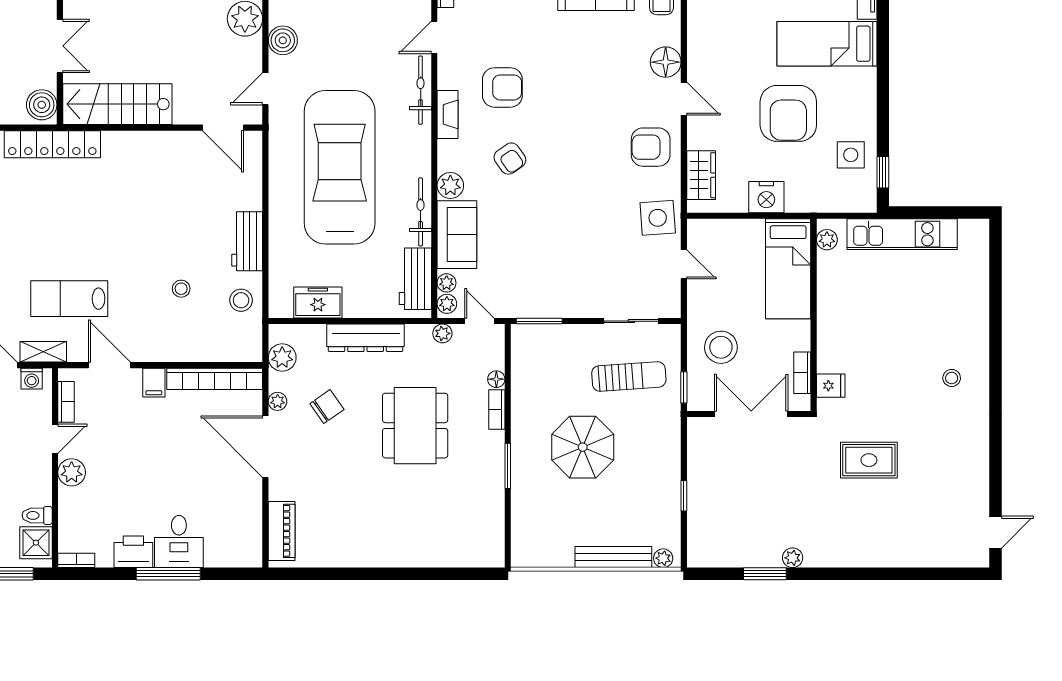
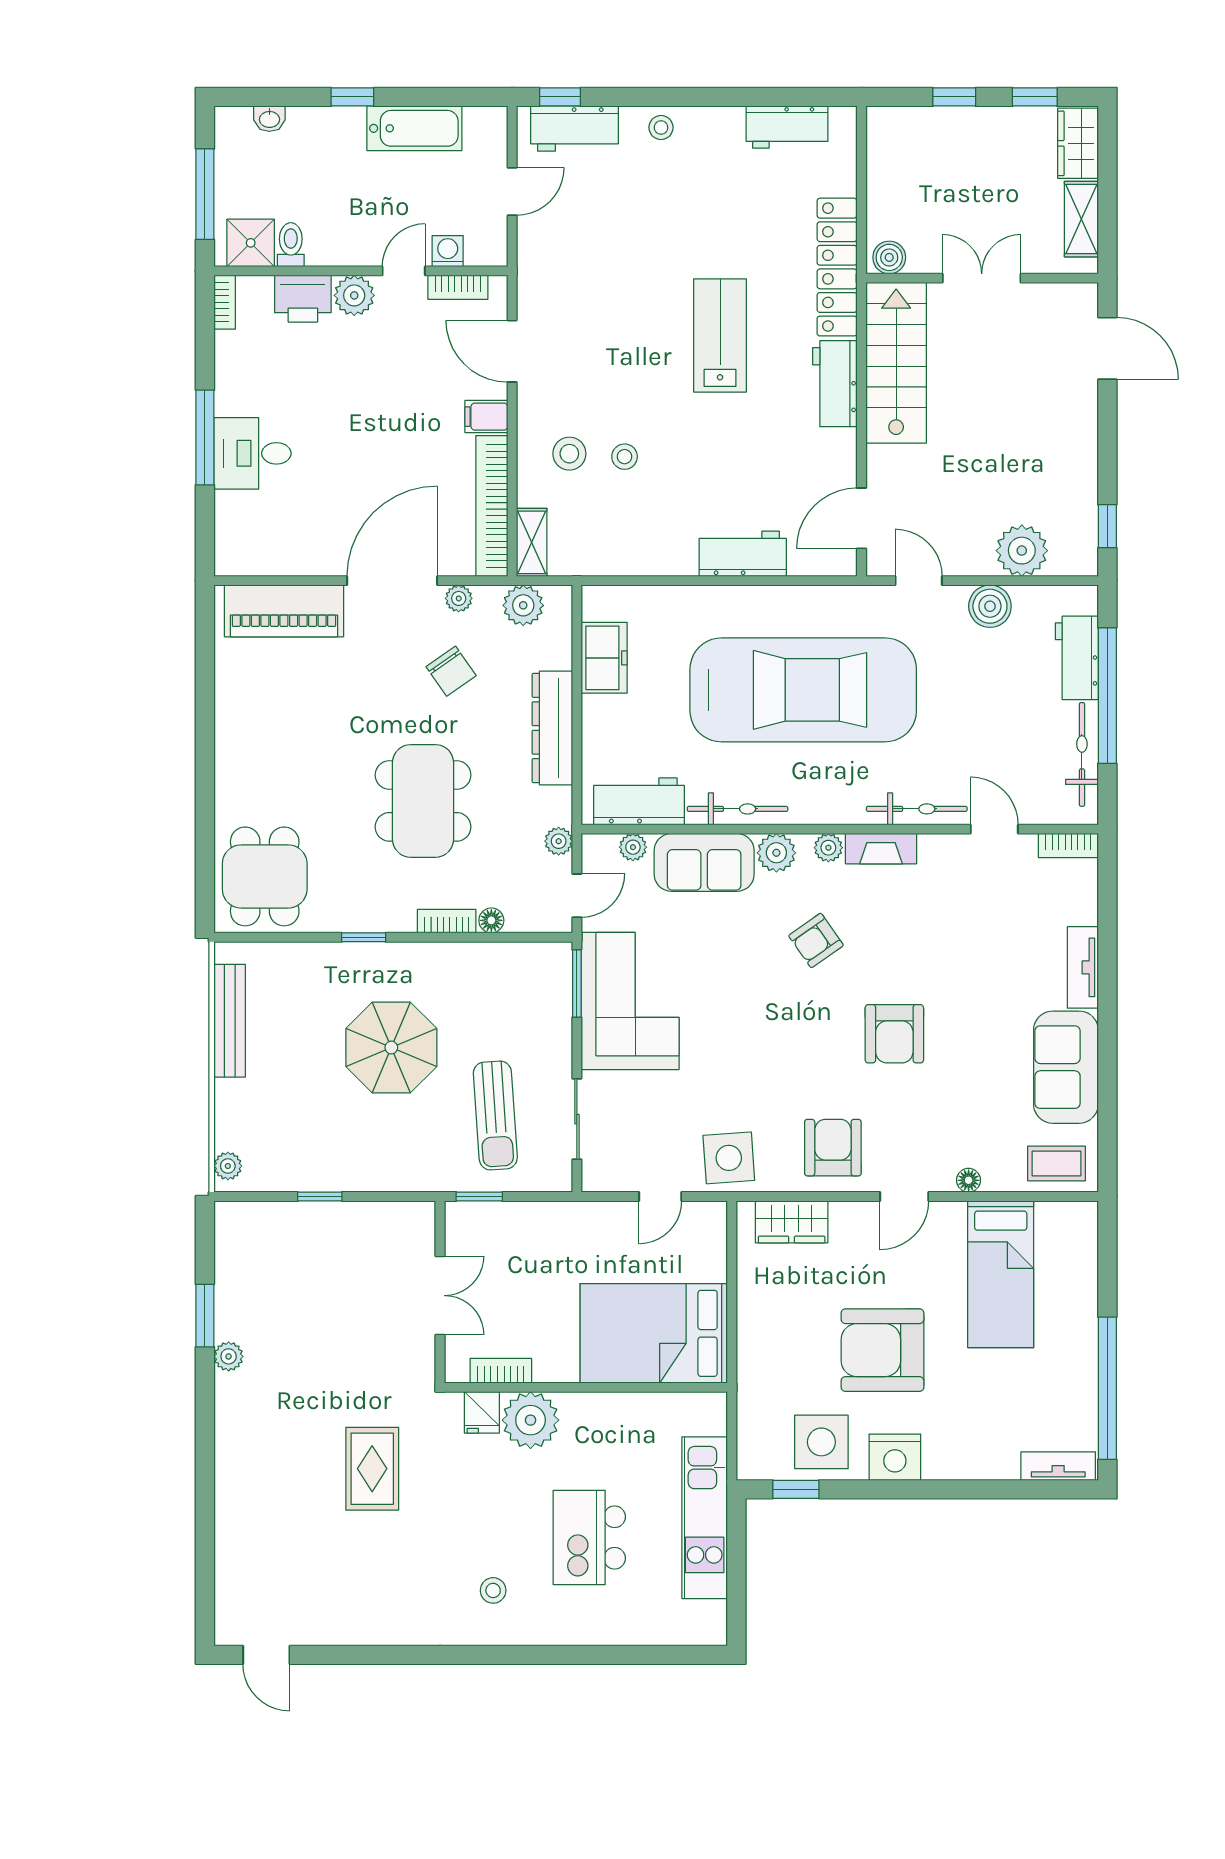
bed: (827, 44) -> (1001, 1274), moved, turned 180
double door: (60, 46) -> (982, 278), swing flipped
floor lamp: (666, 62) -> (969, 1180), width x0.53, depth x0.53
armchair: (502, 87) -> (894, 1034), moved
boiler: (42, 105) -> (889, 257), width x0.73, depth x0.73
workbench: (132, 146) -> (835, 384), added
side table: (851, 155) -> (821, 1442), width x1.37, depth x1.37
nightstand: (766, 197) -> (895, 1457), moved, turned -90
plant: (827, 240) -> (531, 1420), moved, width x1.88, depth x1.88
workbench: (247, 241) -> (743, 554), moved
bed: (788, 269) -> (654, 1333), width x1.50
corner sofa: (551, 285) -> (630, 1001), added
lab bench: (69, 299) -> (720, 335), moved
stool: (241, 300) -> (569, 454), moved
plant: (447, 304) -> (828, 848), moved
kitchen island: (916, 313) -> (589, 1537), added
stool: (721, 347) -> (538, 1251), removed
shelving: (43, 352) -> (532, 542), moved
door: (109, 365) -> (512, 351), swing flipped
washing machine: (32, 379) -> (448, 251), moved, turned 90
double door: (751, 414) -> (440, 1296), width x0.73
dining table: (415, 426) -> (423, 801), turned 90
door: (55, 439) -> (404, 271), swing flipped
window: (508, 466) -> (364, 937), width x0.67
piano: (282, 531) -> (284, 611), width x1.37, depth x1.33
dining table: (466, 533) -> (265, 876), added
printer: (133, 552) -> (303, 299), moved, turned 90
bench: (613, 557) -> (230, 1021), moved

